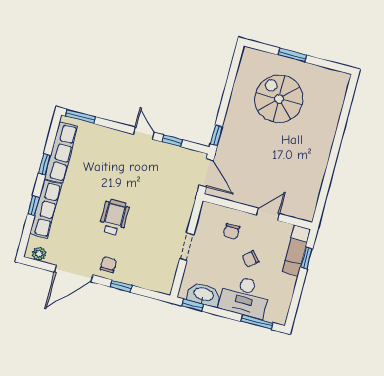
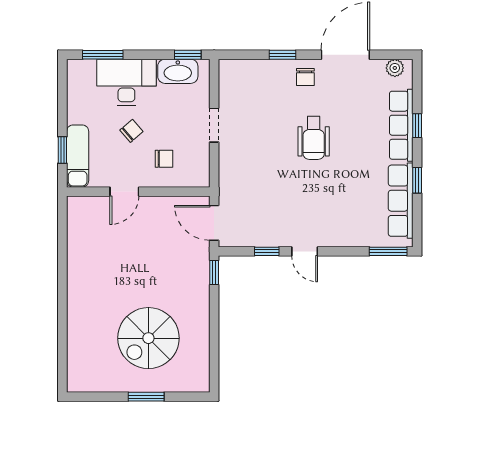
spiral stairs: (279, 99) -> (148, 338), turned 90
chair: (232, 231) -> (164, 159), turned 90

